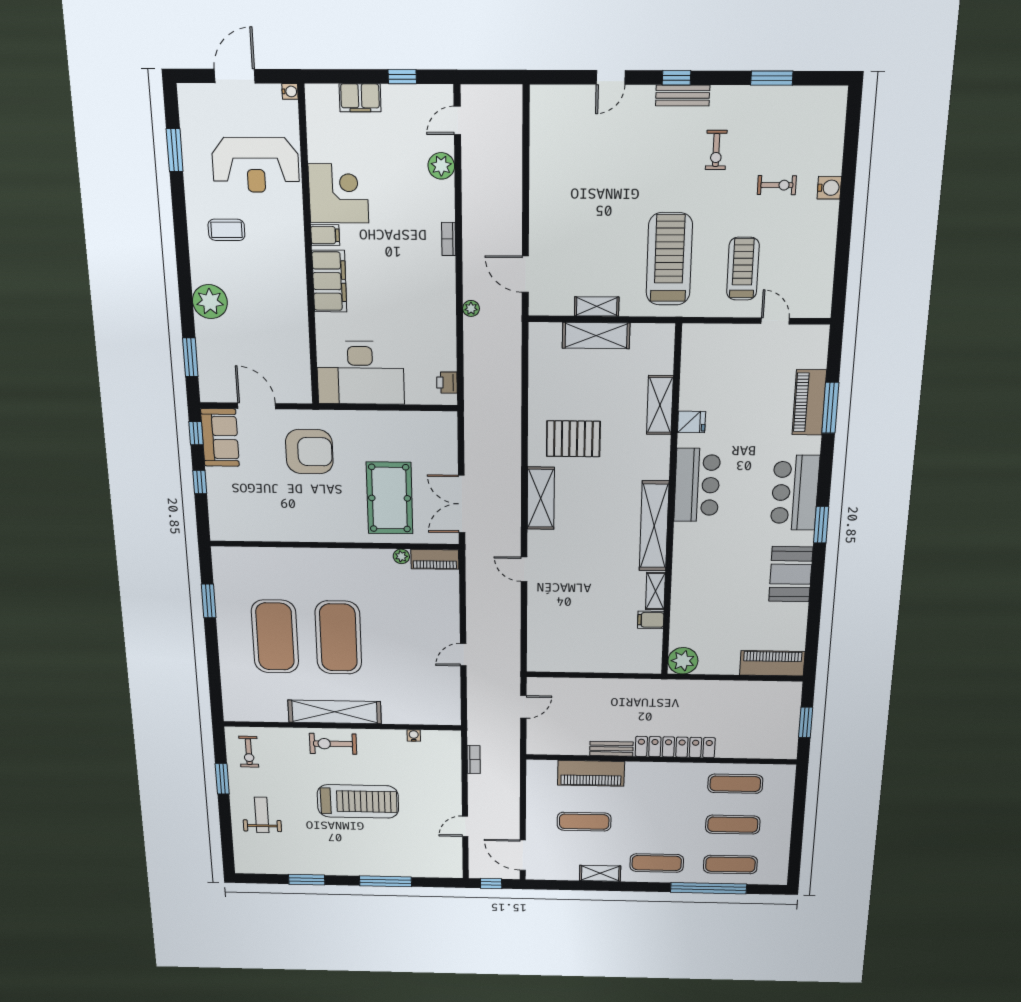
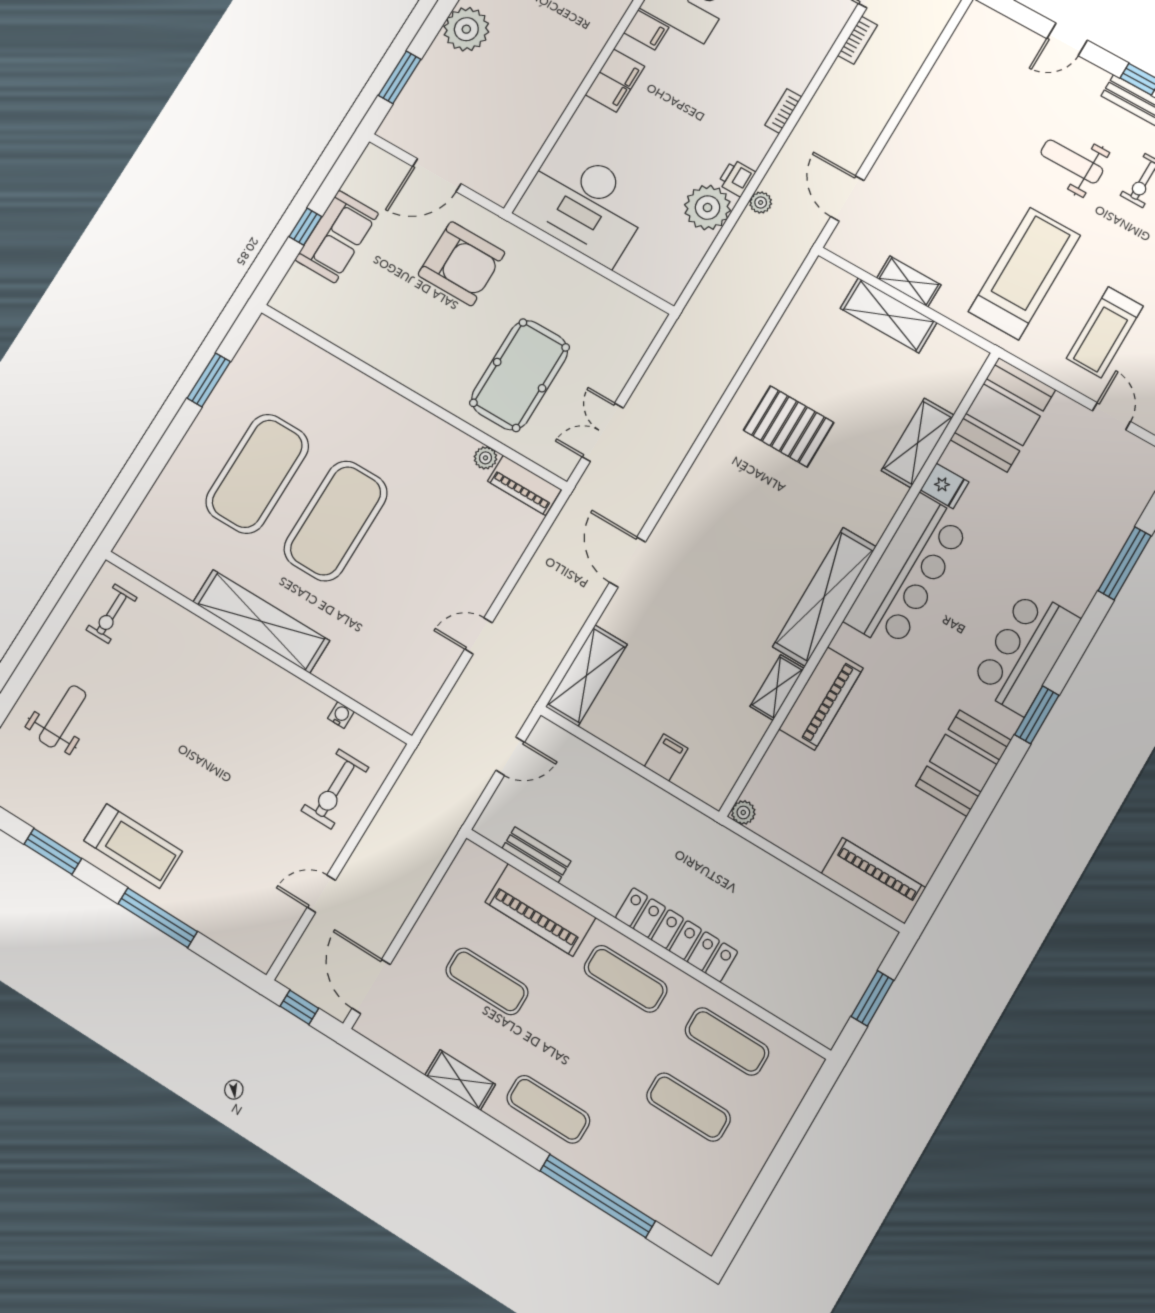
weight bench: (660, 164) -> (1072, 161), added
plant: (441, 166) -> (708, 208), moved, width x1.36, depth x1.36
treadmill: (743, 269) -> (1105, 332), turned 180
filing cabinet: (329, 281) -> (615, 81), width x0.67, depth x0.86
booth: (704, 358) -> (1003, 415), added
printer: (447, 383) -> (737, 178), moved
piano: (809, 402) -> (821, 699), moved, turned 180
door: (257, 406) -> (437, 175), swing flipped
window: (196, 433) -> (343, 167), removed
sofa: (220, 438) -> (337, 237), moved
bar counter: (697, 485) -> (908, 572), width x1.36
shelving: (541, 498) -> (586, 676), moved
double door: (462, 504) -> (603, 432), width x0.73
door: (524, 569) -> (628, 562), width x1.38
filing cabinet: (651, 620) -> (666, 757), moved, turned 90
plant: (683, 661) -> (743, 812), width x0.53, depth x0.53
exercise bike: (333, 744) -> (335, 789), moved, turned -90
bench: (611, 749) -> (536, 855), moved
bookcase: (474, 760) -> (858, 40), moved
window: (222, 779) -> (49, 633), removed
treadmill: (358, 801) -> (133, 846), moved, width x0.73, depth x0.73
exercise mat: (730, 865) -> (626, 979), moved

